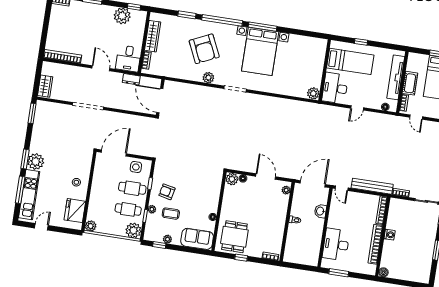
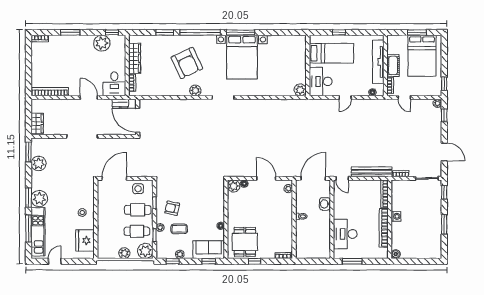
wall: (160, 97) -> (138, 117), moved
door: (160, 101) -> (138, 120), moved
plant: (40, 126) -> (39, 164), added
plant: (91, 226) -> (124, 253), moved
window: (195, 251) -> (209, 261), added

